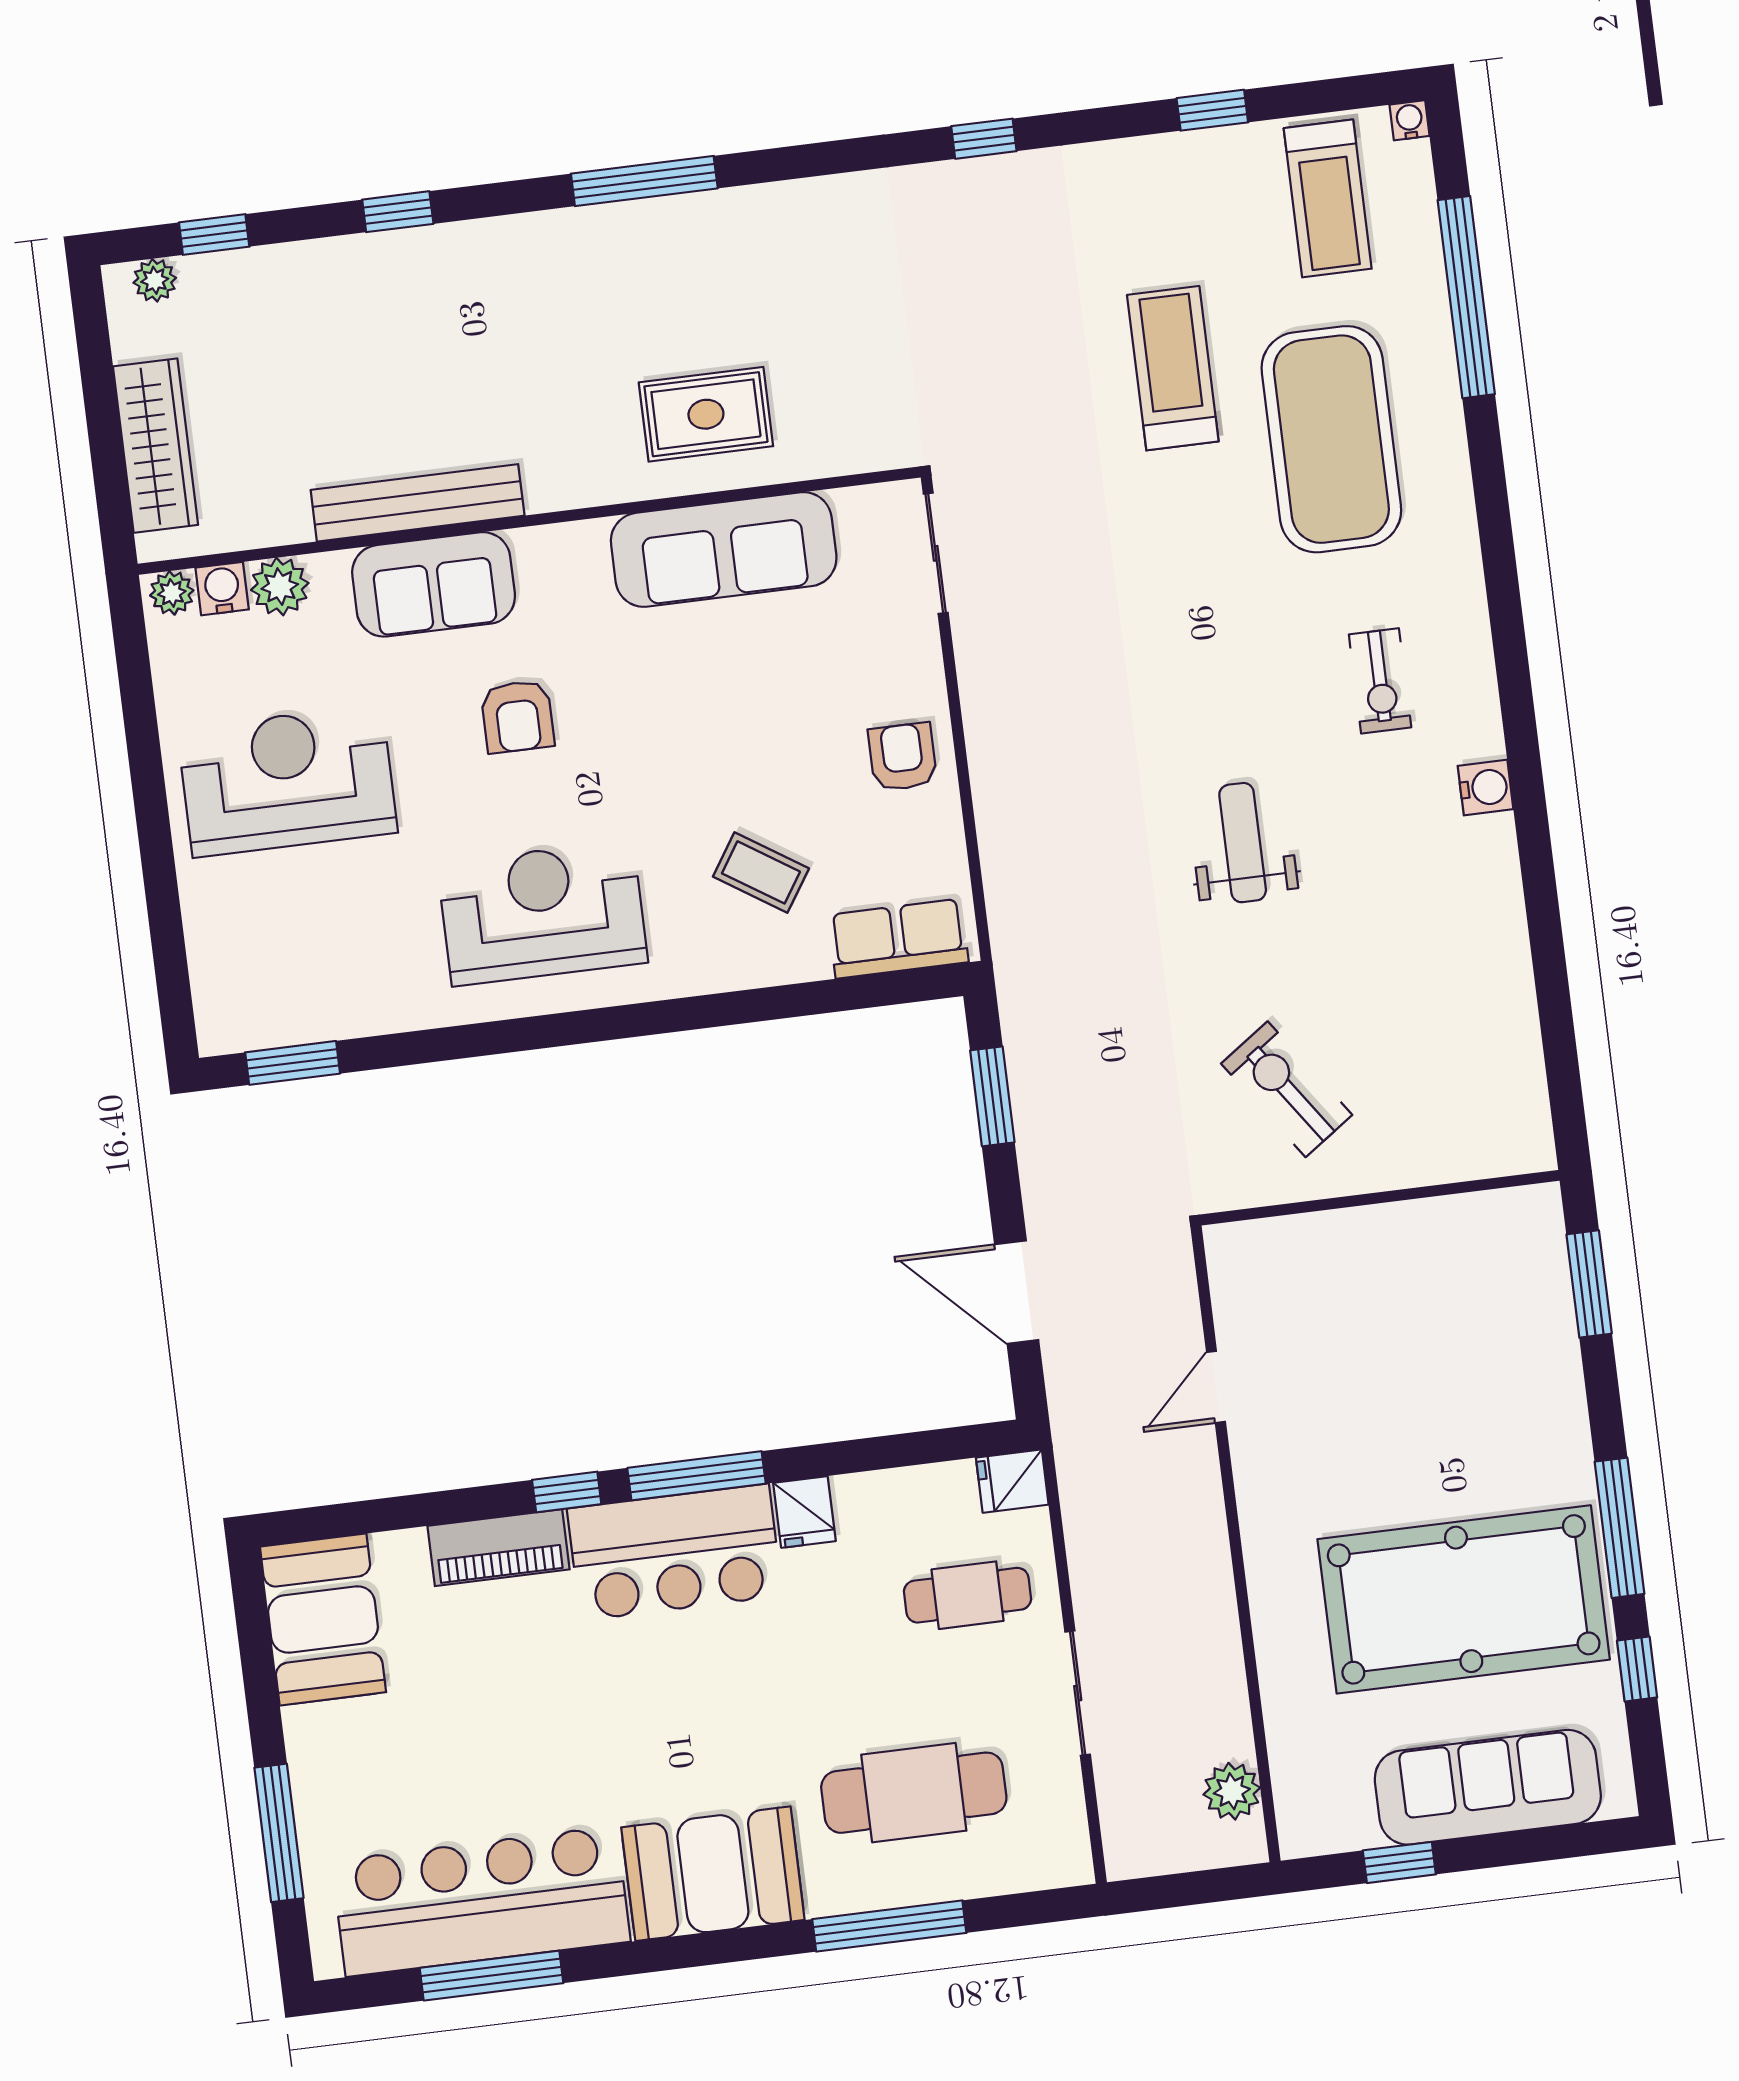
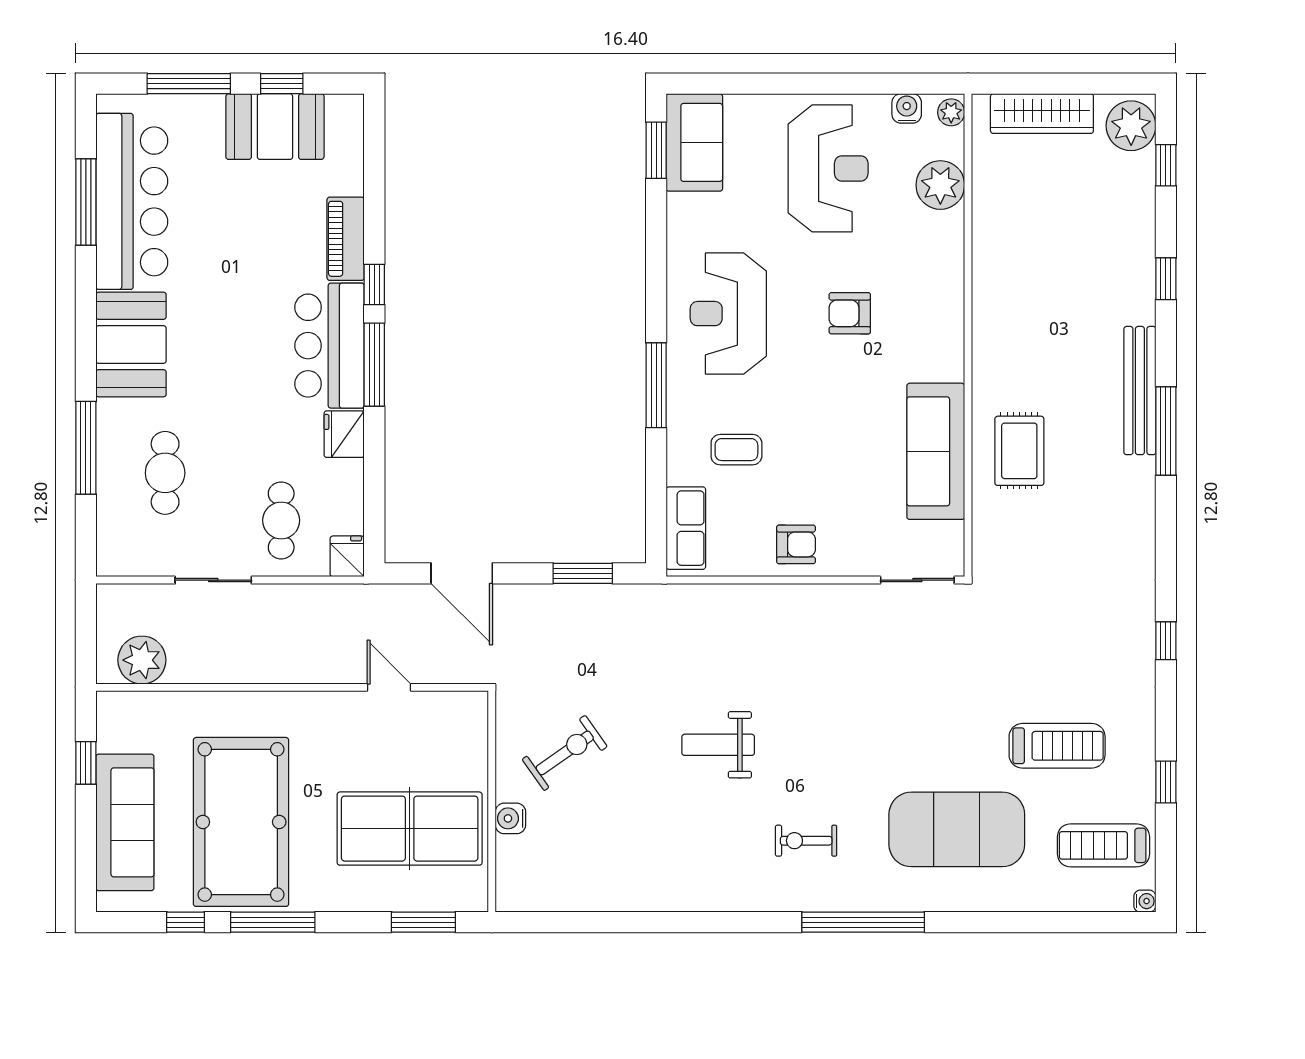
plant: (155, 280) -> (1131, 126), width x1.87, depth x1.87
window: (1466, 297) -> (863, 922), moved
treadmill: (1173, 368) -> (1057, 746), moved
bench: (418, 503) -> (1140, 391), moved
sofa: (434, 584) -> (694, 142), moved, turned 180
plant: (280, 587) -> (940, 185), width x1.36, depth x1.36
water cooler: (222, 589) -> (907, 108), moved, turned -90
water cooler: (1486, 787) -> (510, 818), moved, turned 90
weight bench: (1243, 843) -> (718, 745), turned 180
coffee table: (761, 872) -> (736, 450), turned 57
reception desk: (542, 913) -> (728, 314), turned 180
window: (673, 1016) -> (656, 385), added
door: (1017, 1292) -> (462, 573), swing flipped
table tennis table: (1440, 1325) -> (410, 829), added
fridge: (804, 1512) -> (344, 434), width x1.38
booth: (323, 1619) -> (275, 127), moved
window: (260, 1682) -> (282, 84), added
plant: (1232, 1791) -> (142, 660), width x1.36, depth x1.36
cafe table: (914, 1793) -> (165, 473), width x0.73, depth x0.74

